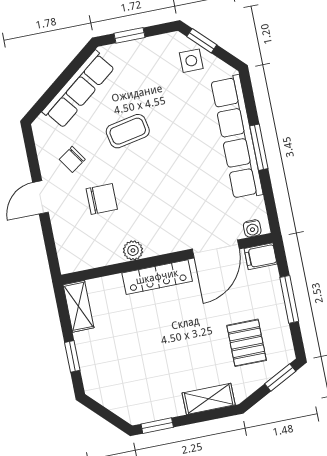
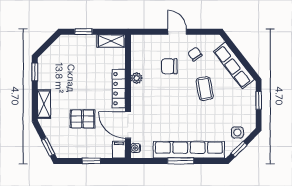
window: (202, 41) -> (239, 149), moved
chair: (102, 199) -> (169, 66), turned 90
window: (289, 299) -> (91, 161), width x0.67
pallet: (247, 343) -> (82, 119), moved

